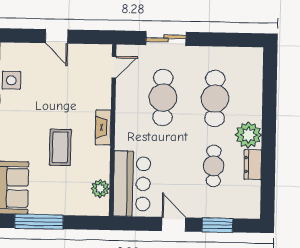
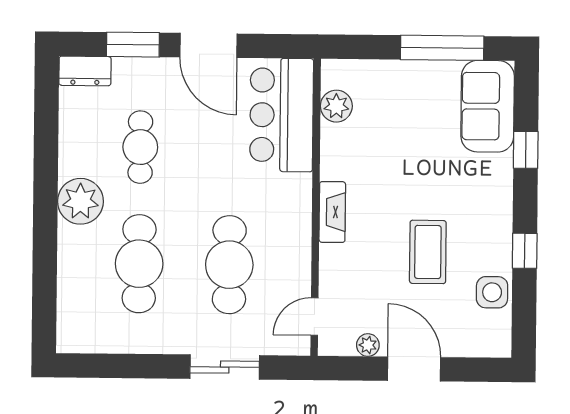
door: (57, 36) -> (414, 369), width x1.38
plant: (83, 50) -> (368, 345), added
coffee table: (60, 147) -> (428, 252), moved
dresser: (253, 165) -> (85, 71), moved, turned 90
door: (174, 224) -> (209, 45), width x1.38

